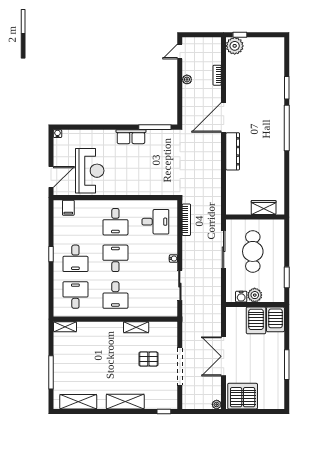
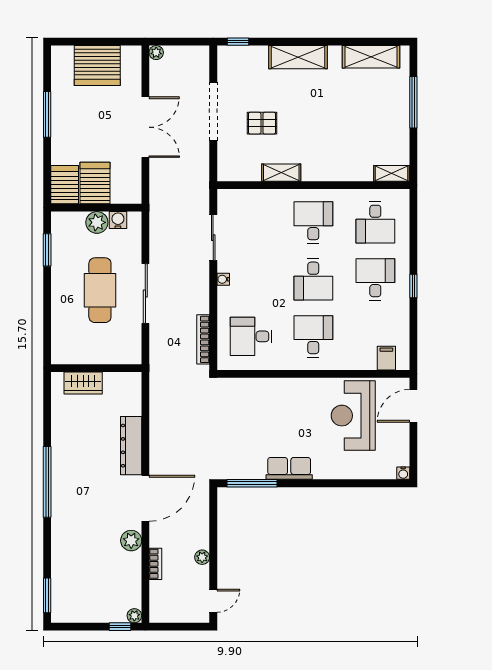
plant: (235, 46) -> (134, 616), width x0.53, depth x0.53
window: (287, 88) -> (47, 595), moved
plant: (233, 90) -> (131, 541), added
wardrobe: (264, 207) -> (83, 383), moved
wall: (255, 217) -> (96, 368), moved
server rack: (243, 396) -> (97, 65), moved

